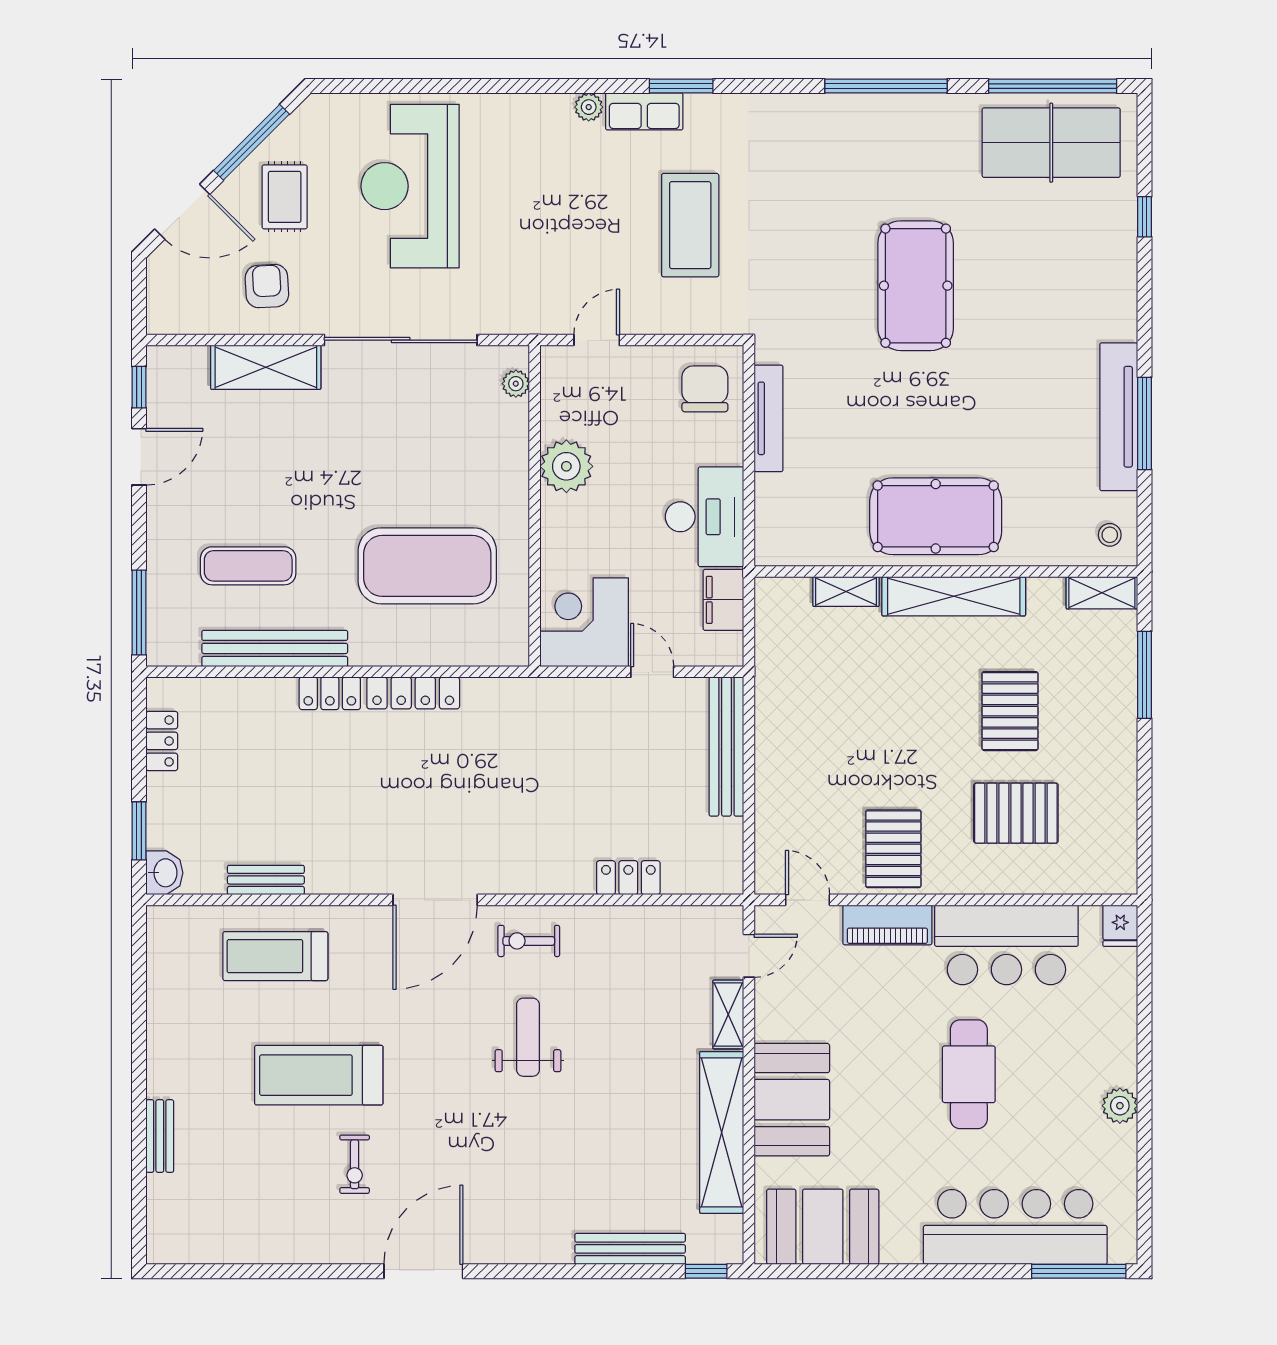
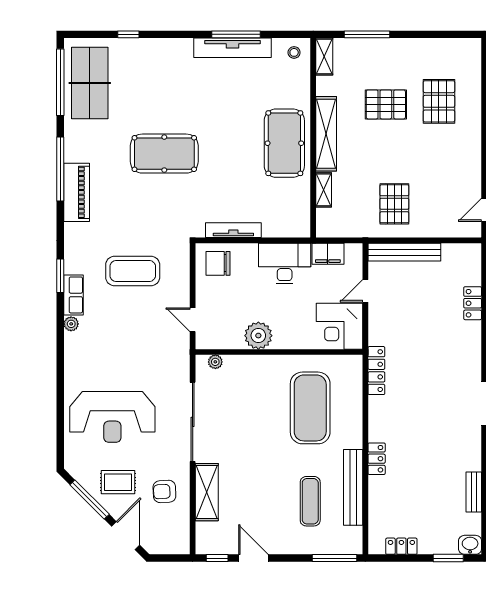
piano: (841, 117) -> (77, 192), added
locker: (413, 693) -> (376, 371), moved
pallet: (893, 849) -> (394, 204), moved, turned 90

